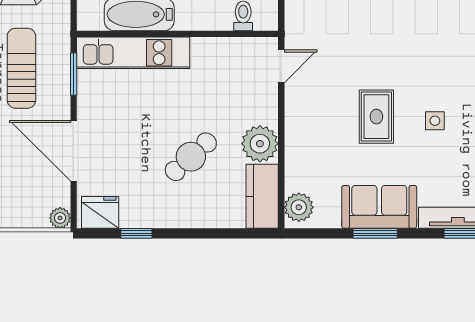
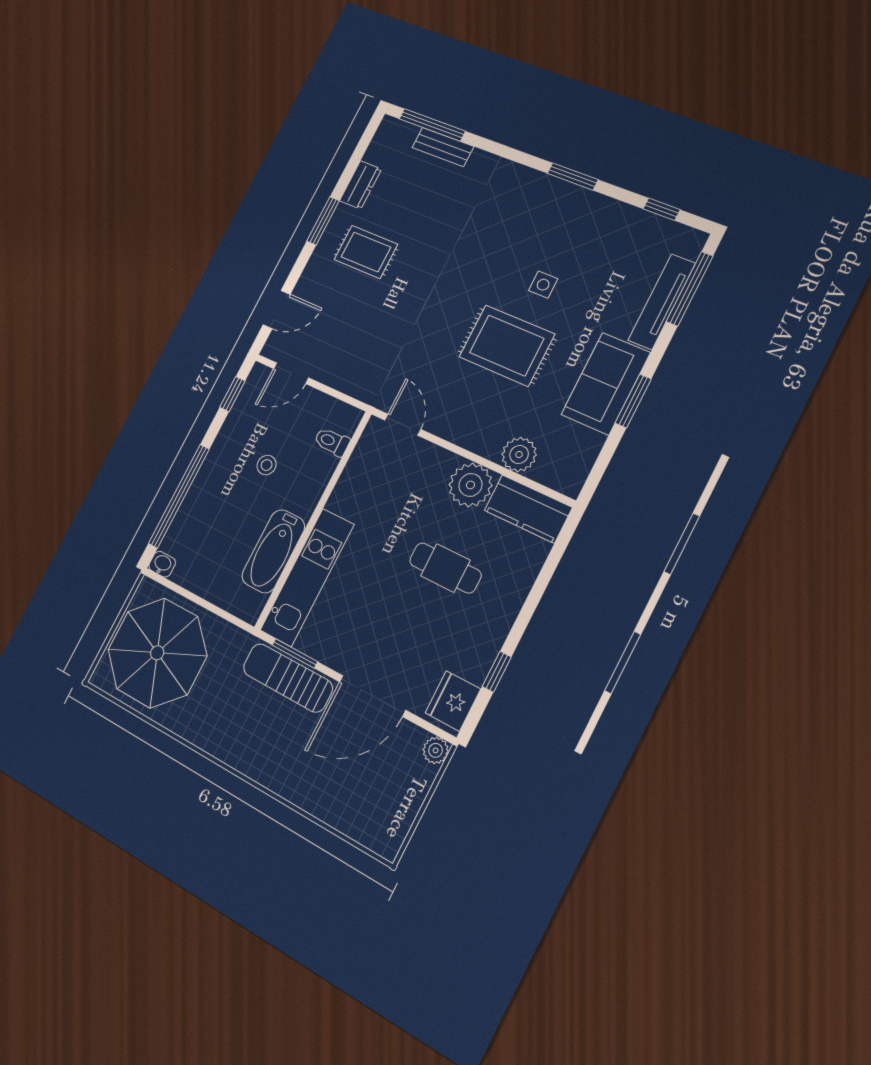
sun lounger: (21, 68) -> (288, 678), moved
rug: (376, 117) -> (507, 346), width x1.36, depth x1.43
cafe table: (191, 157) -> (445, 568), turned -48
plant: (299, 207) -> (519, 455), moved

